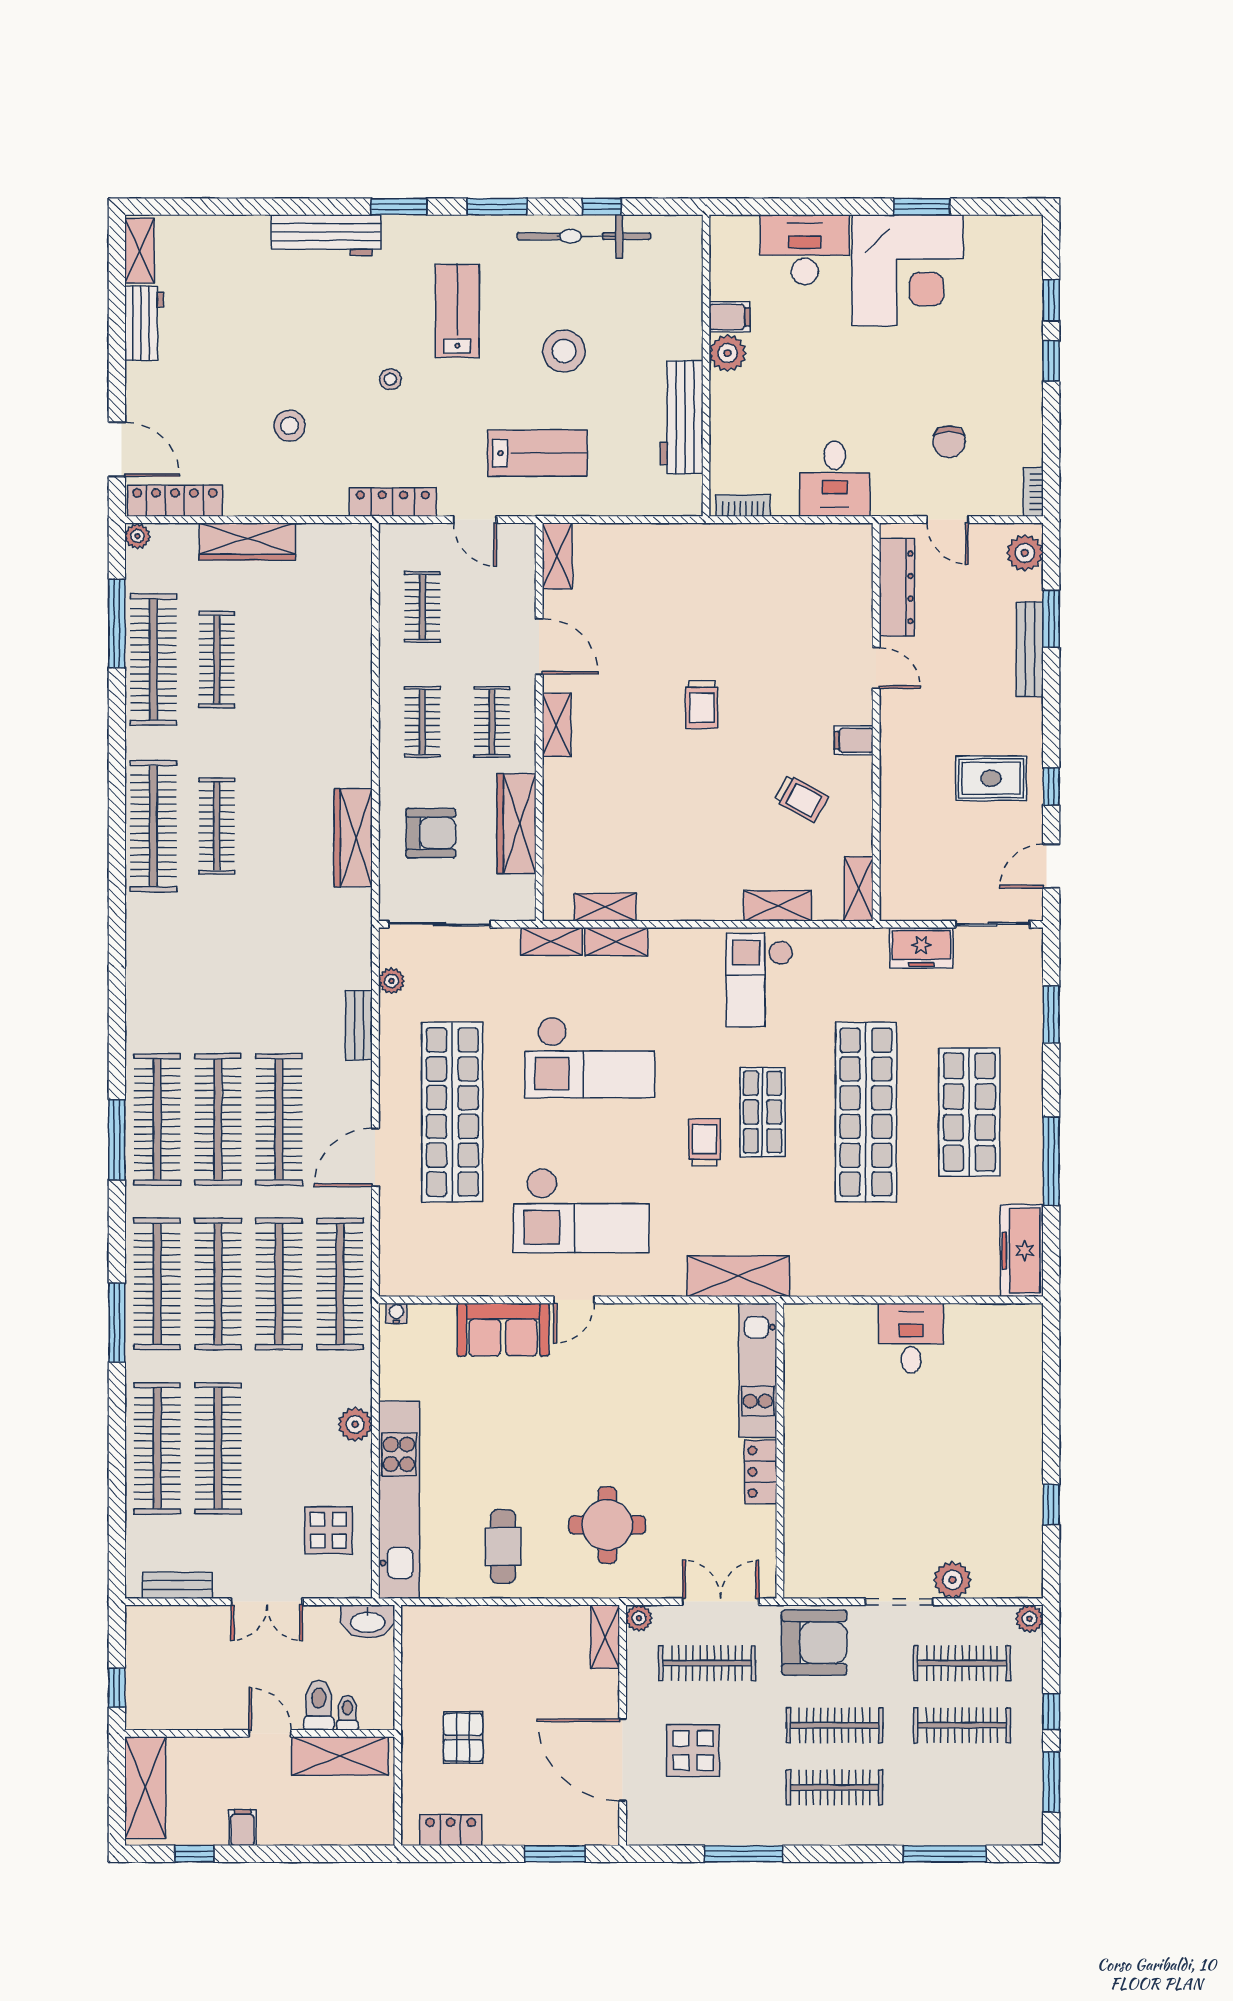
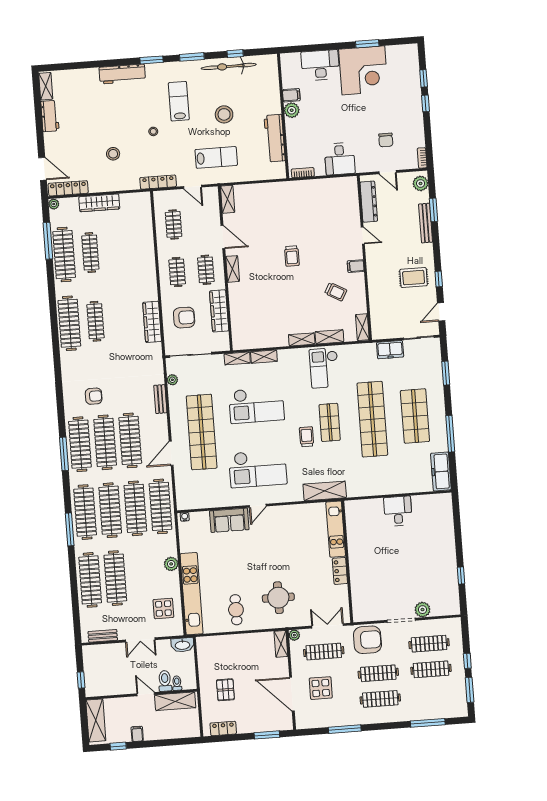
shelving: (605, 907) -> (302, 339), moved
armchair: (199, 1006) -> (94, 396), added
plant: (1029, 1619) -> (456, 623), removed

